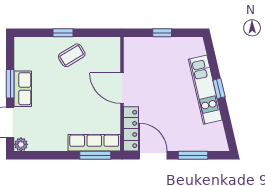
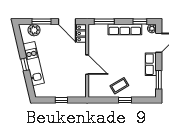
window: (10, 84) -> (159, 80), moved
locker: (131, 129) -> (81, 33), width x0.66
plant: (205, 142) -> (34, 30), added
row of seats: (94, 143) -> (125, 30), moved
window: (40, 155) -> (140, 21), added

